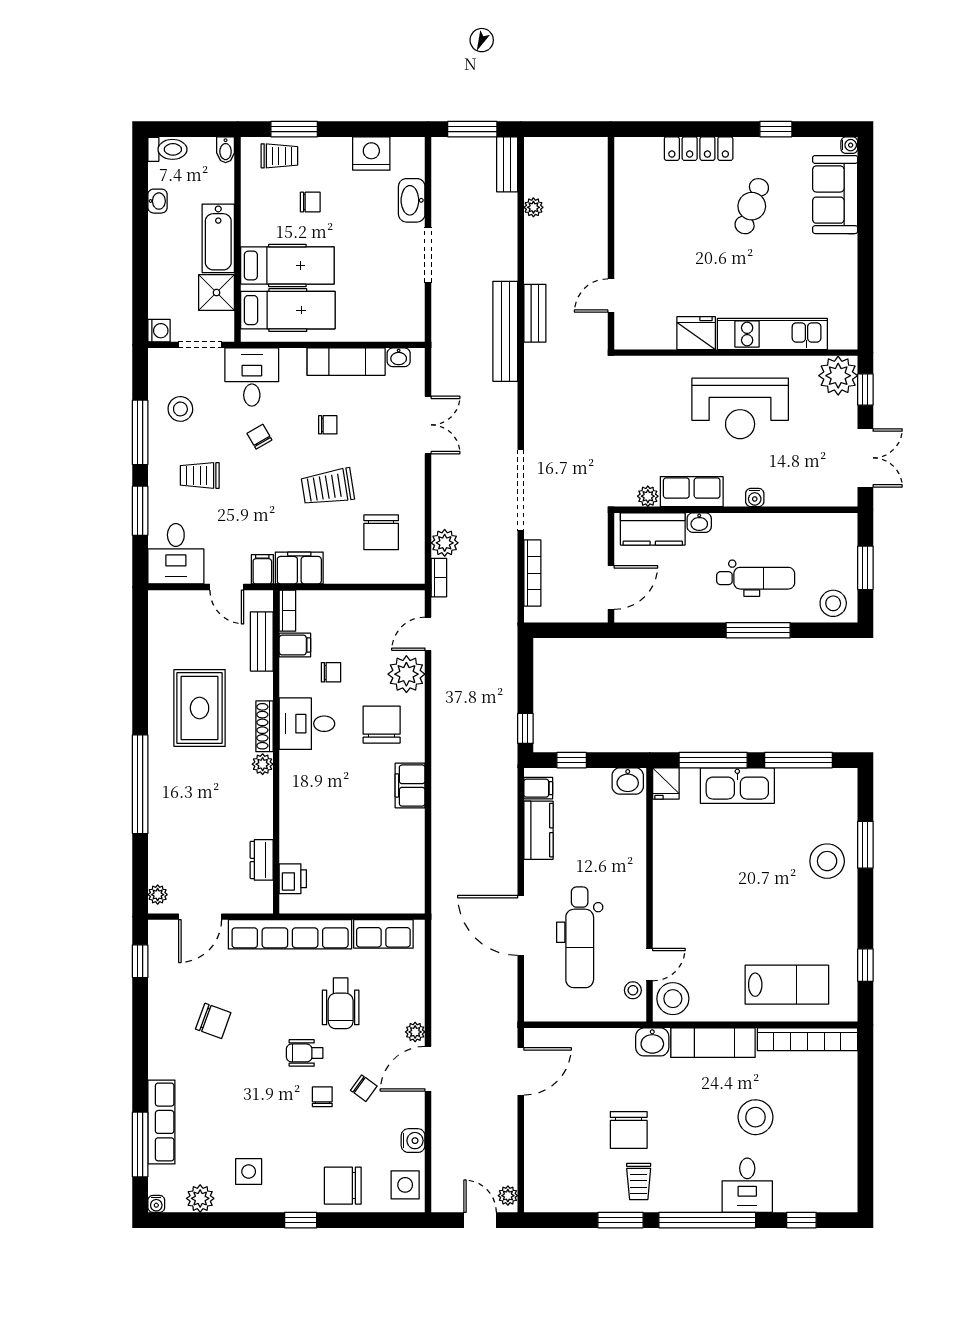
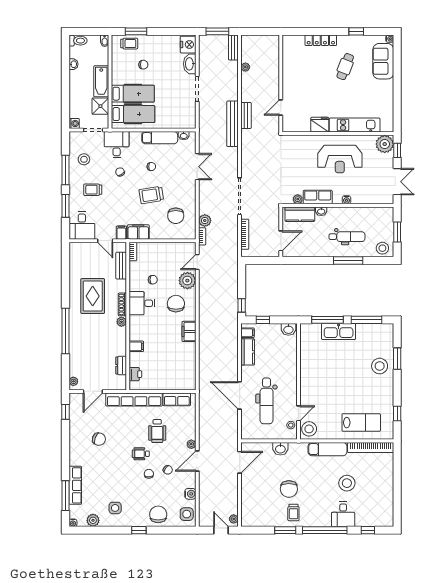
nightstand: (371, 153) -> (188, 45), moved, turned 90
filing cabinet: (295, 645) -> (136, 346), moved
fridge: (666, 784) -> (306, 331), removed
washbasin: (652, 1042) -> (280, 449), moved
chair: (343, 1186) -> (158, 514), turned 90

